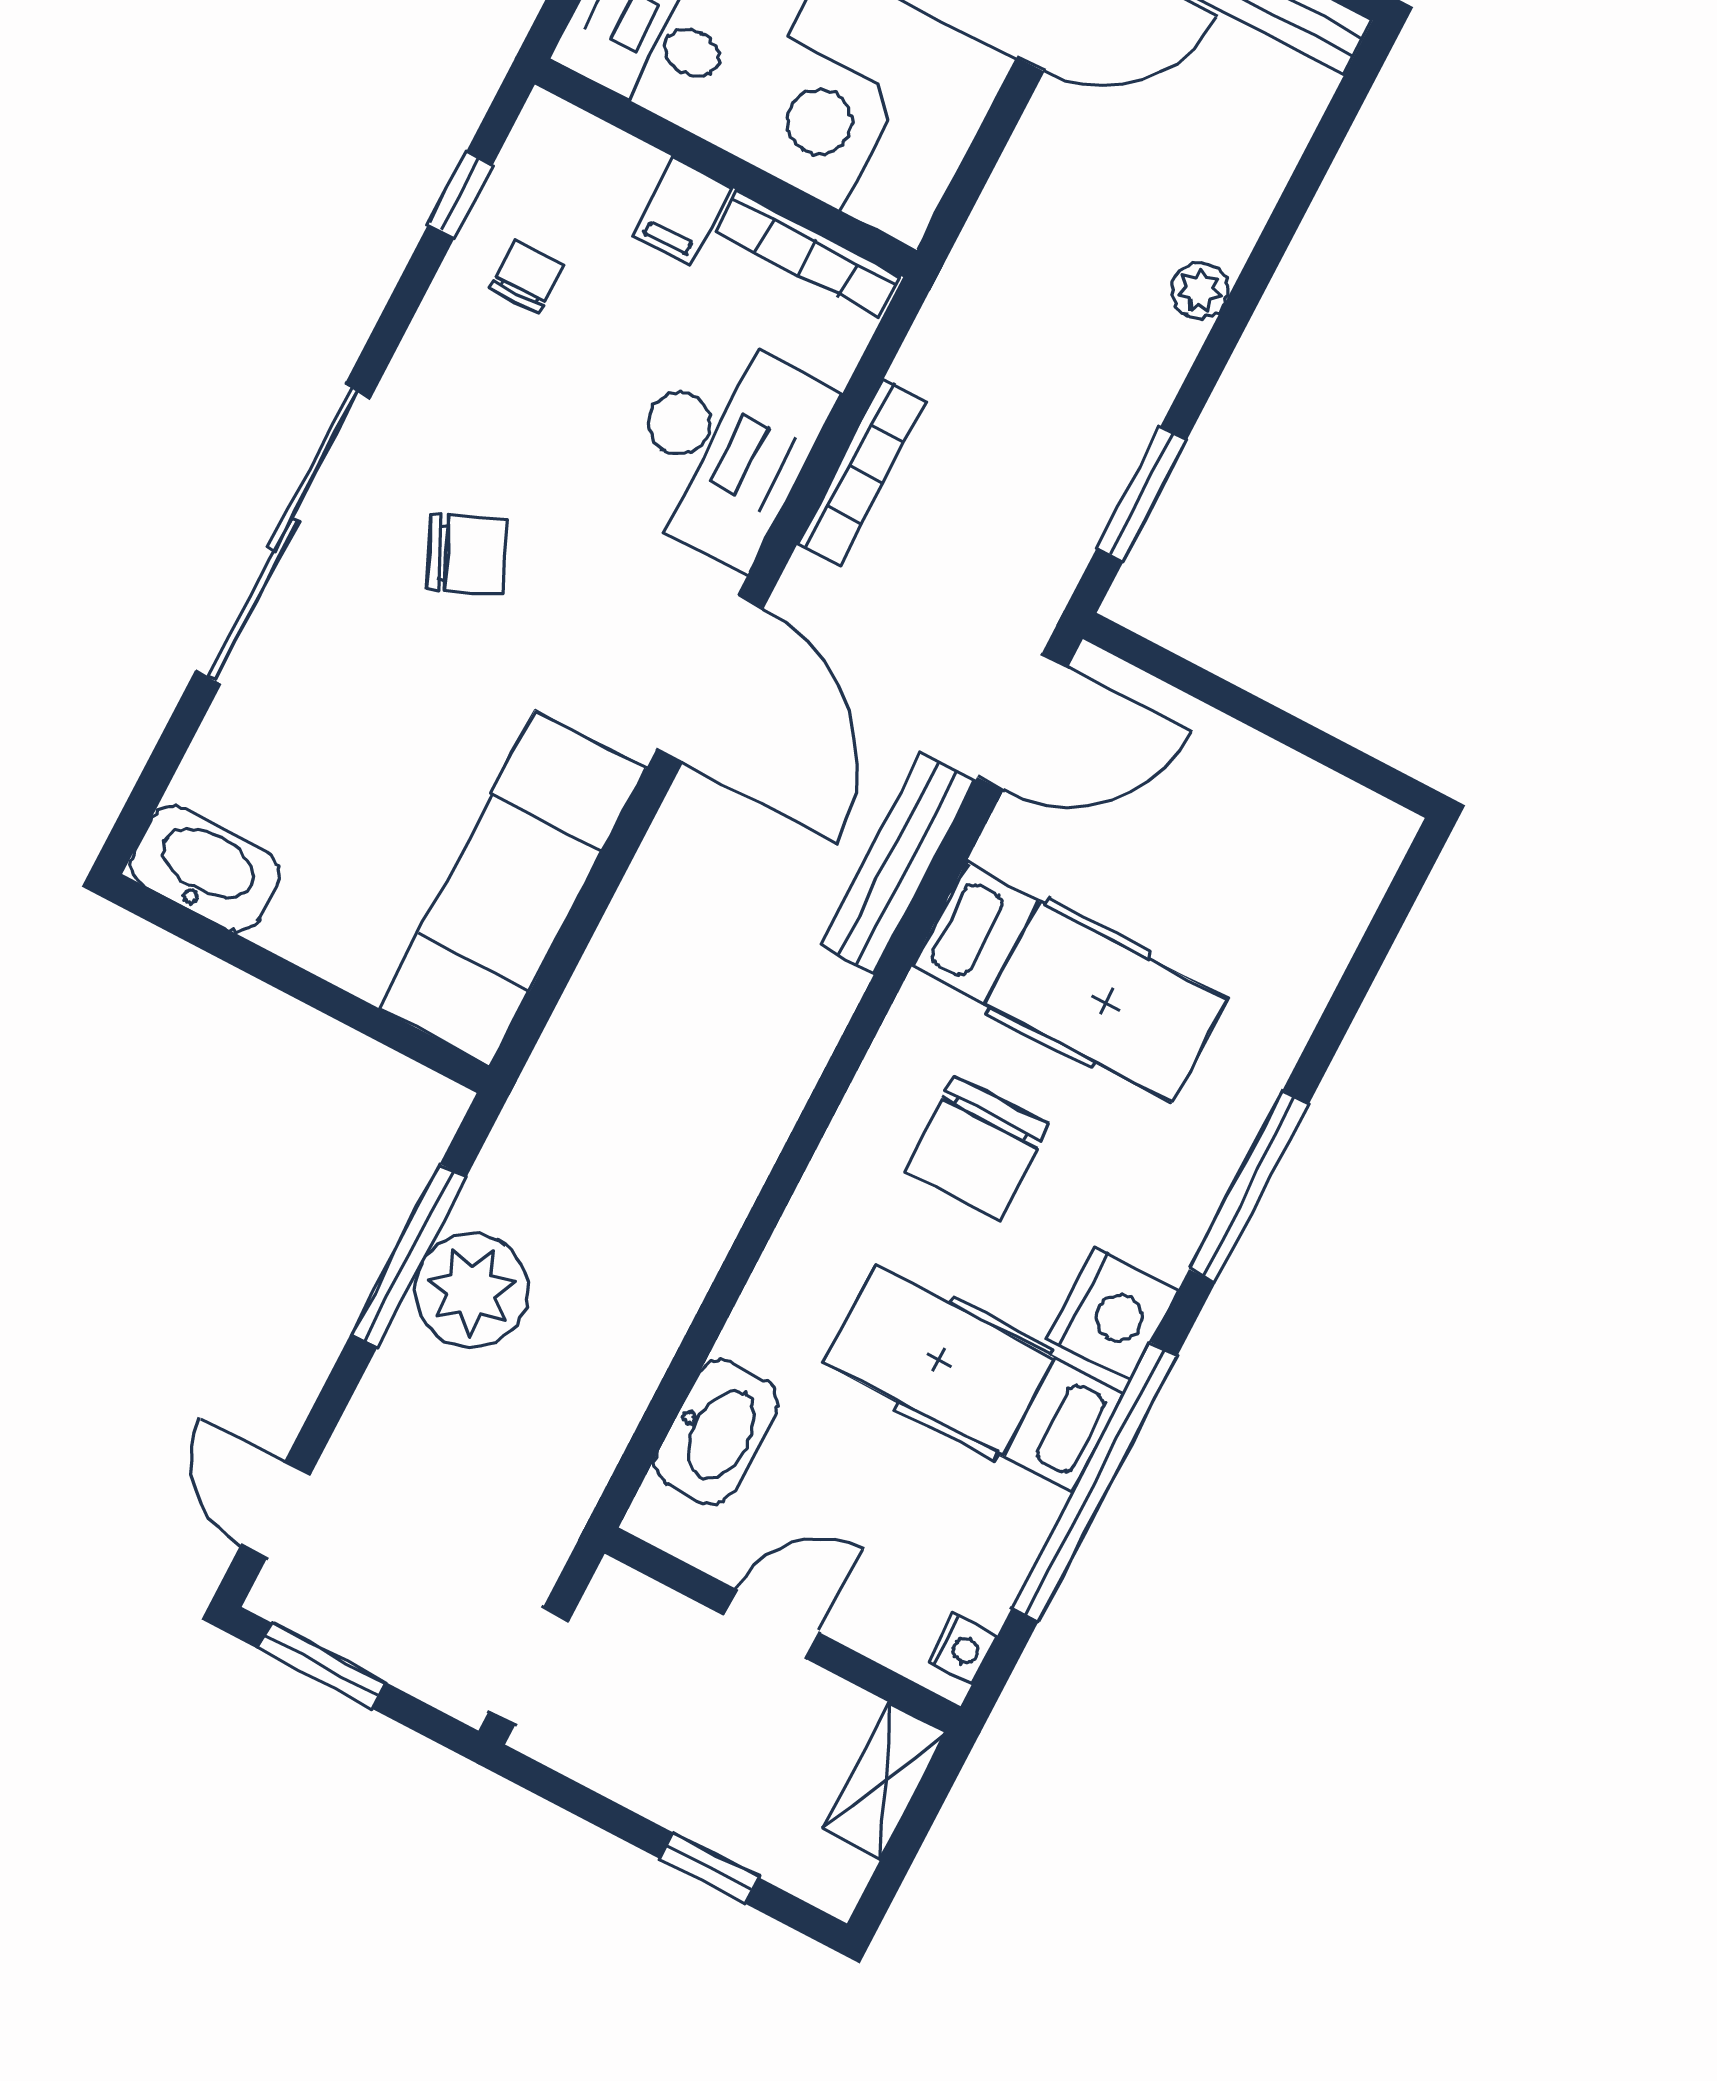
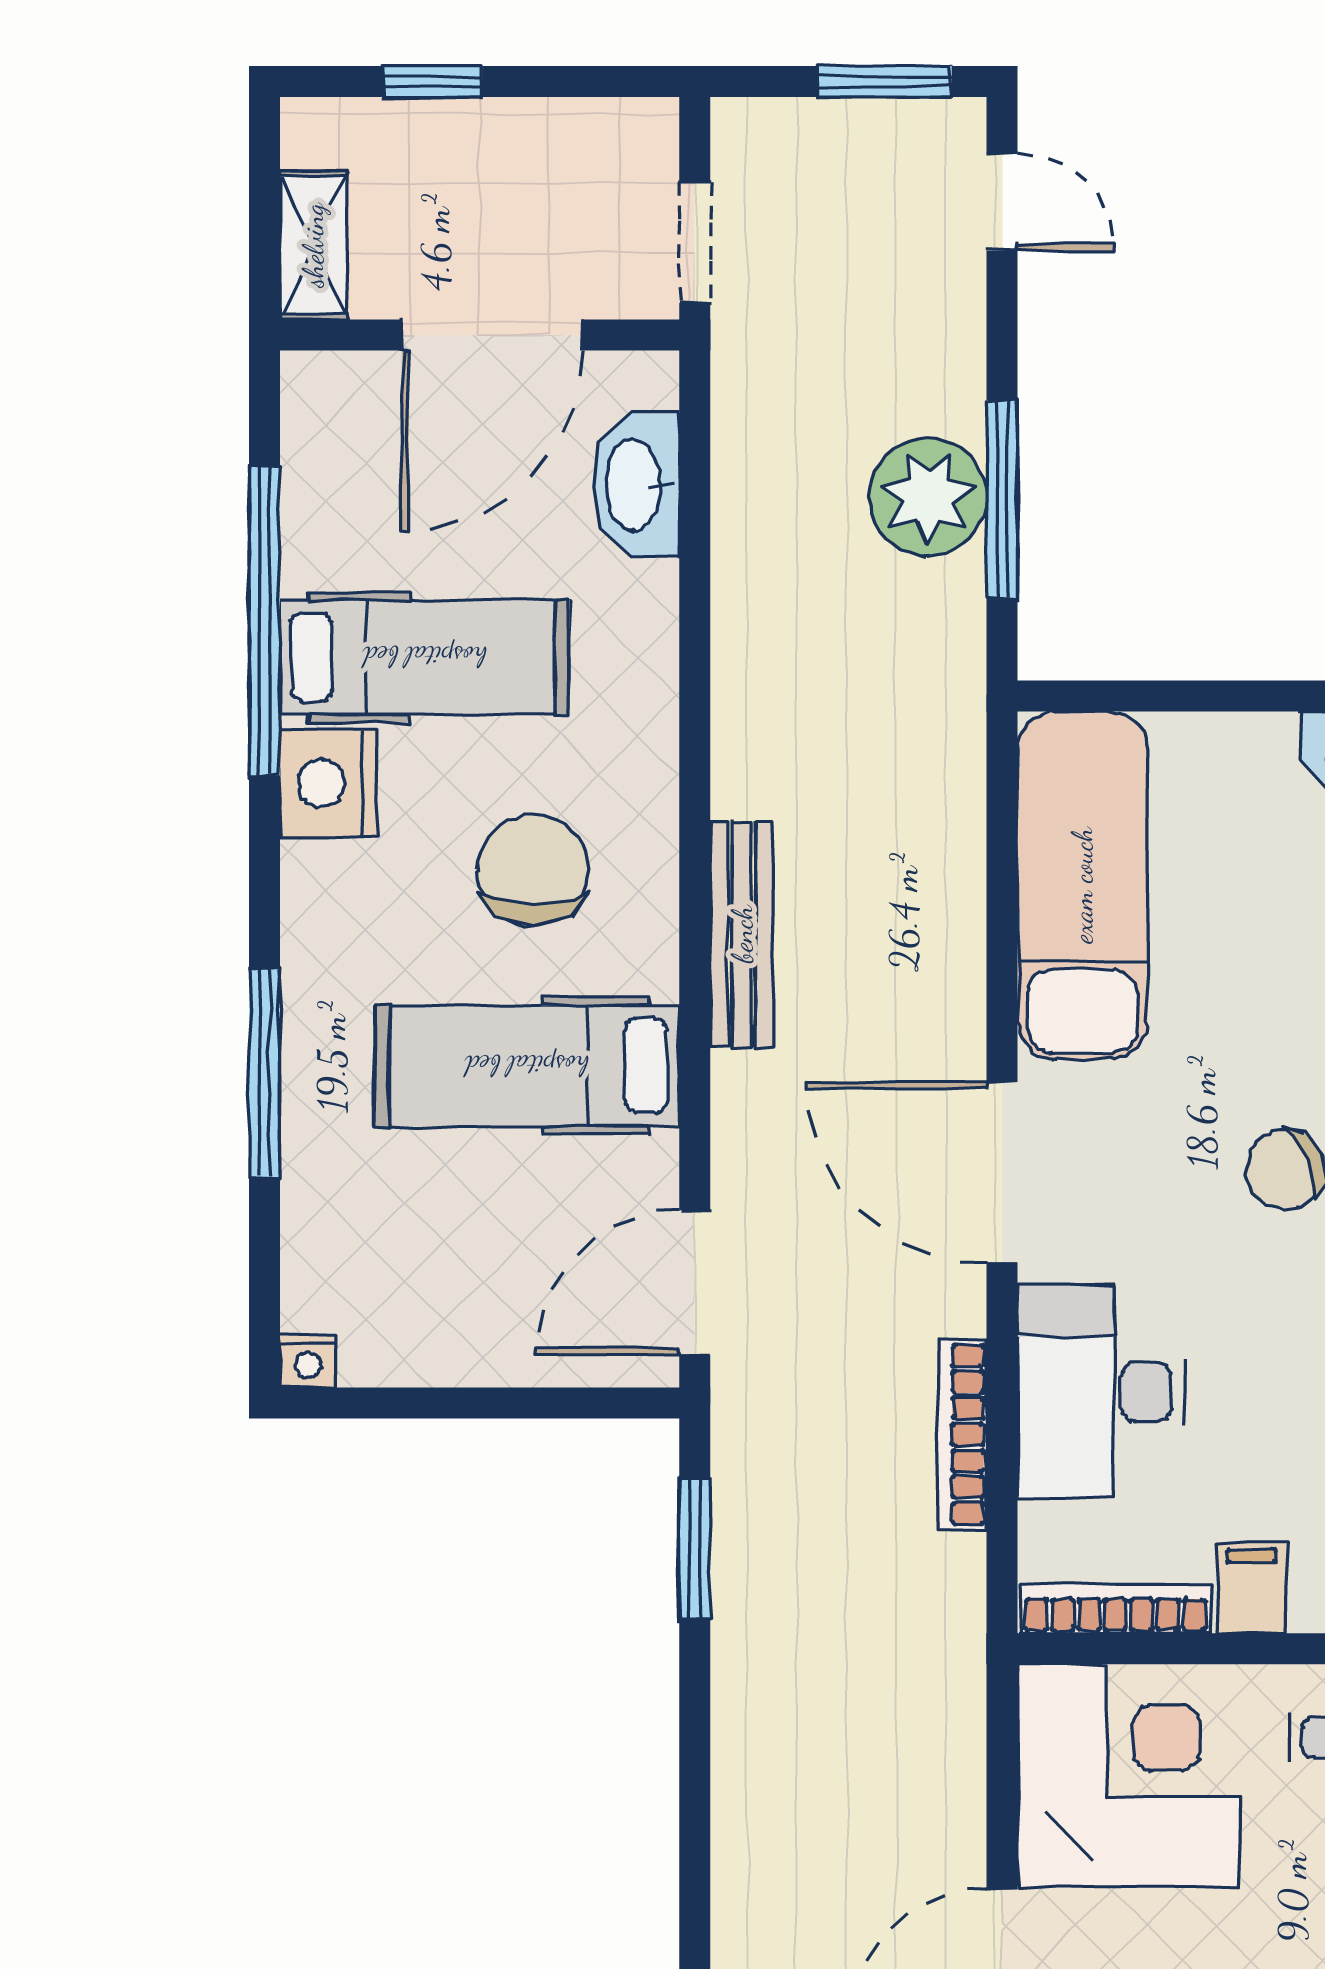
plant: (1200, 290) -> (739, 1763), removed
bench: (898, 863) -> (742, 934), moved
window: (1249, 1186) -> (265, 1073), moved
door: (772, 1624) -> (492, 335), width x1.88
nightstand: (962, 1648) -> (308, 1361), moved, turned -90
doorway: (529, 1666) -> (695, 243), moved

